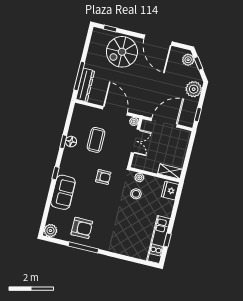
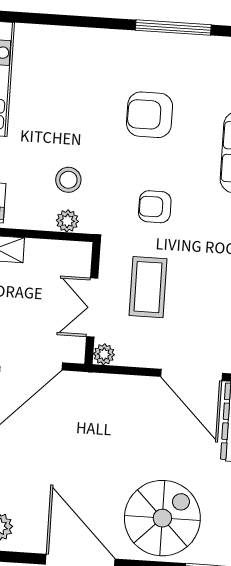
door: (115, 111) -> (192, 375), moved
coffee table: (96, 140) -> (148, 287), moved
armchair: (82, 228) -> (150, 115), moved

